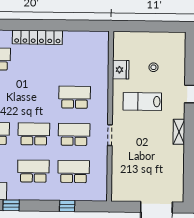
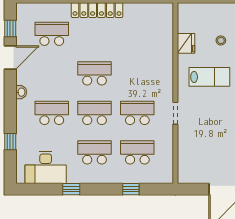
school desk: (75, 97) -> (95, 73), moved
lab bench: (142, 101) -> (209, 77), turned 180

